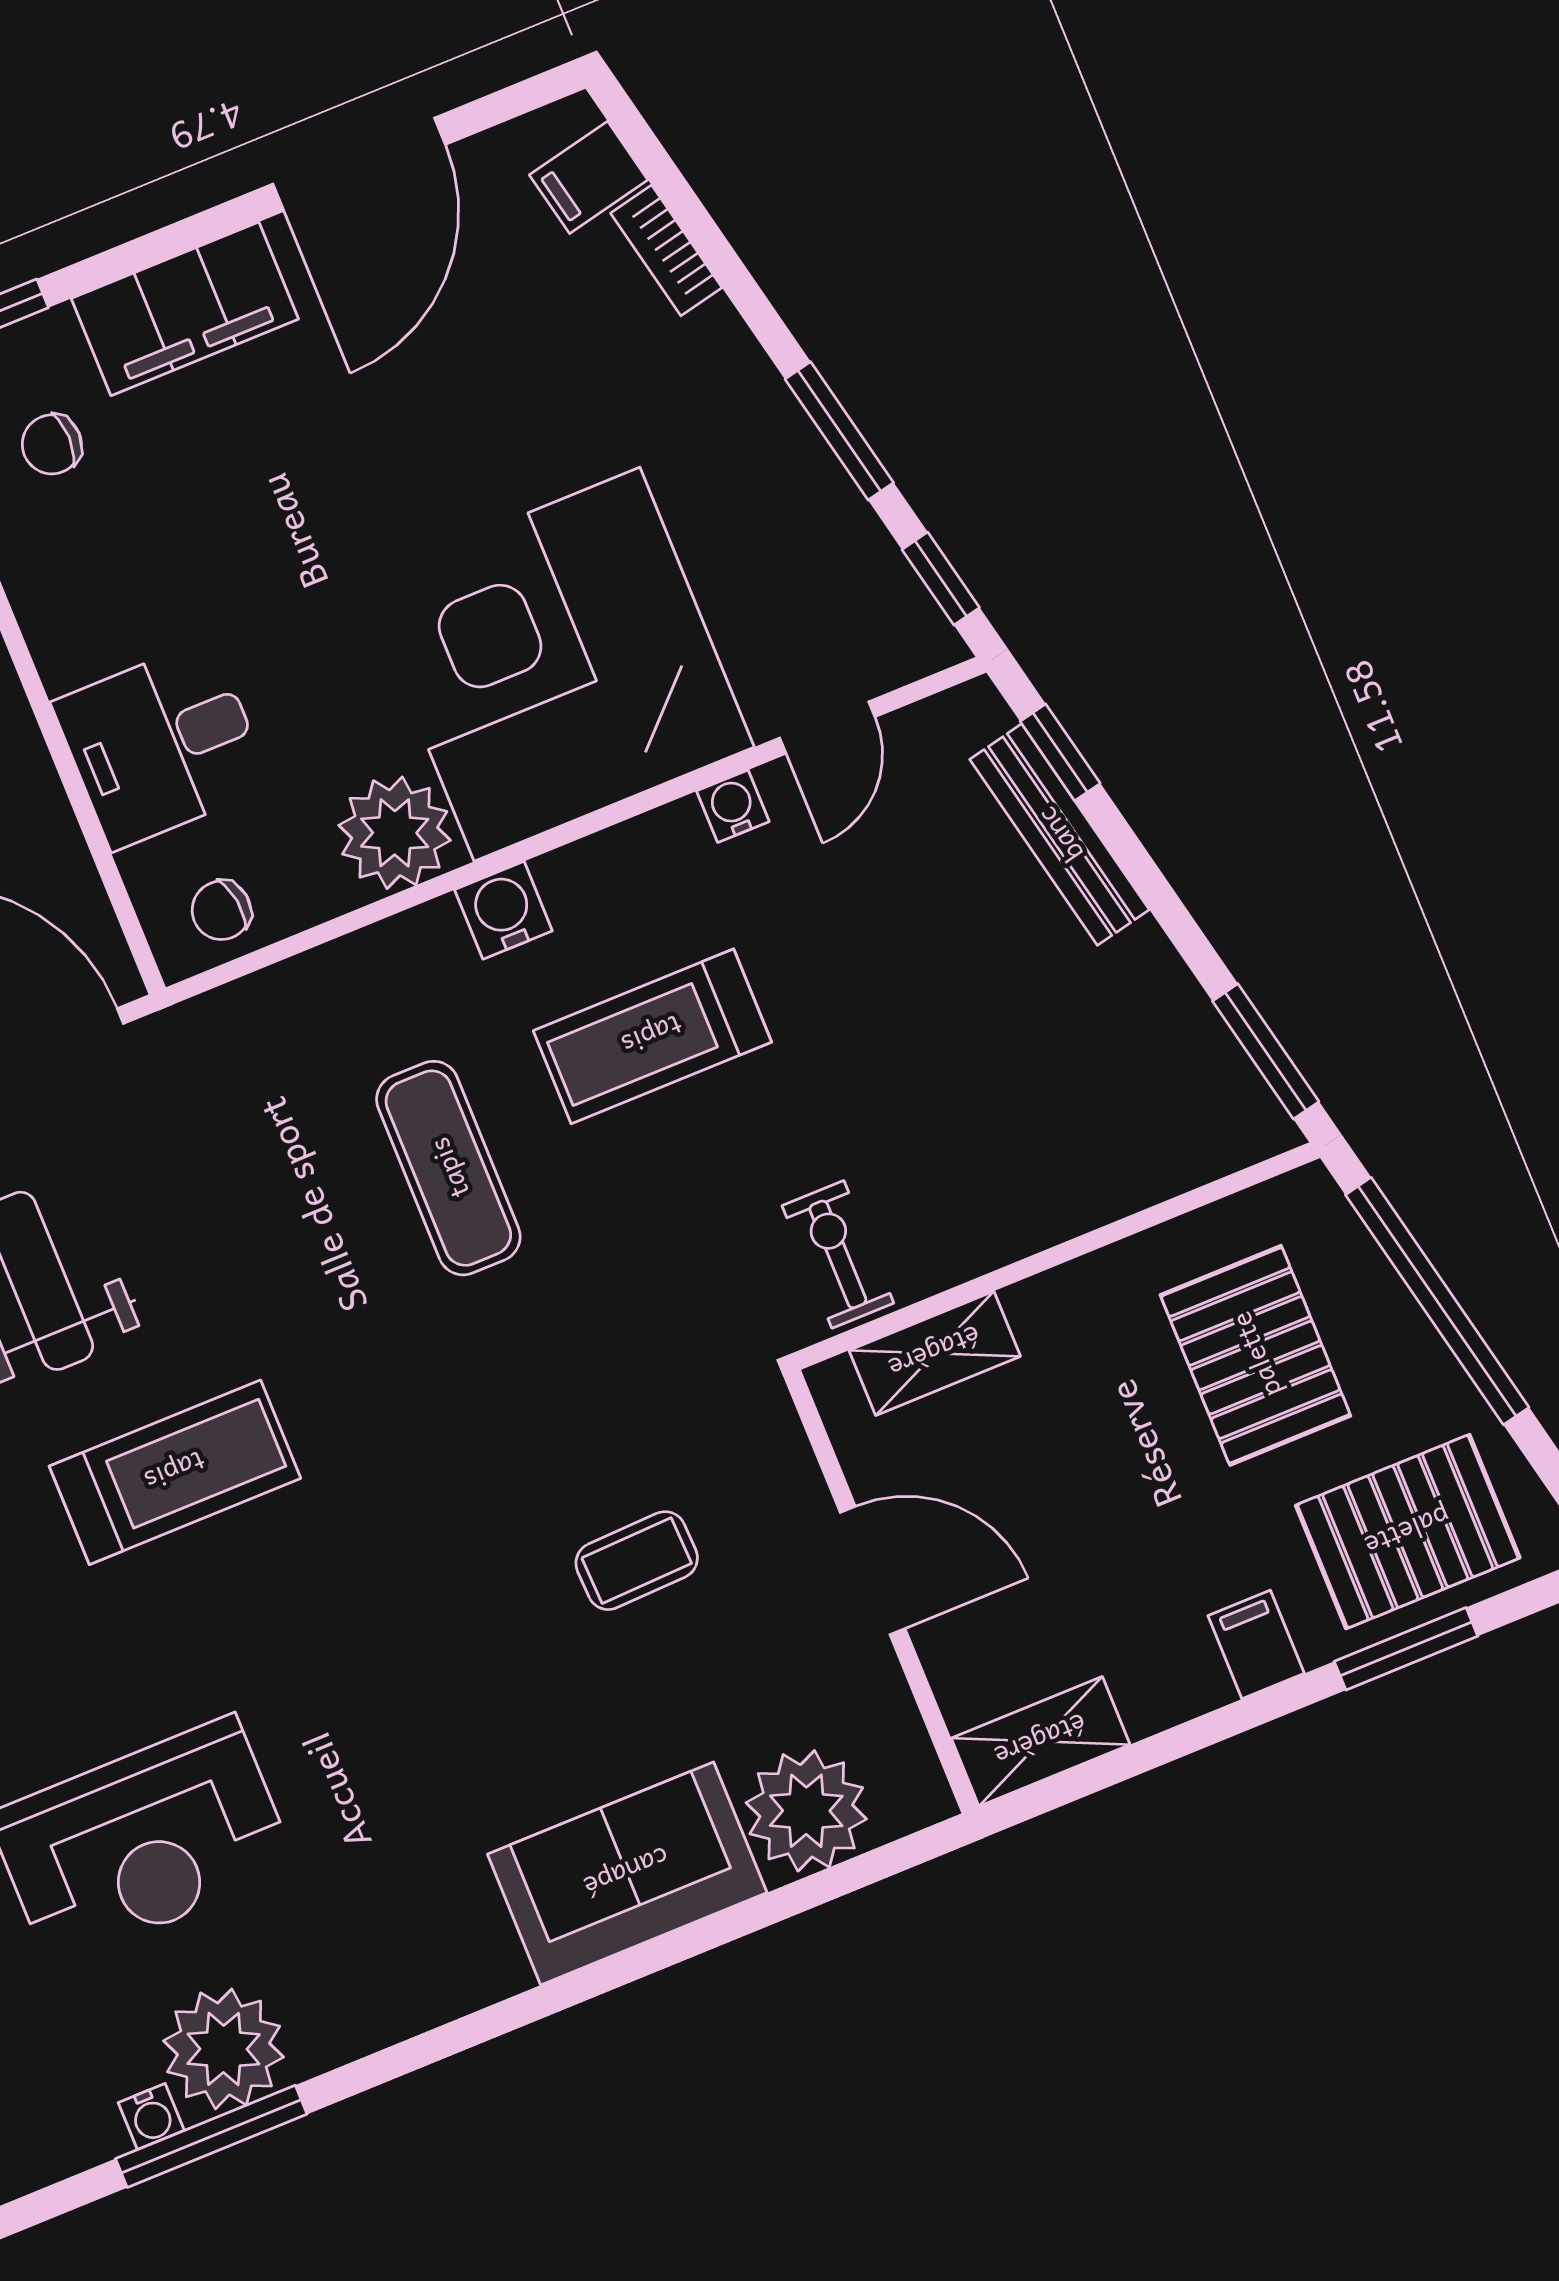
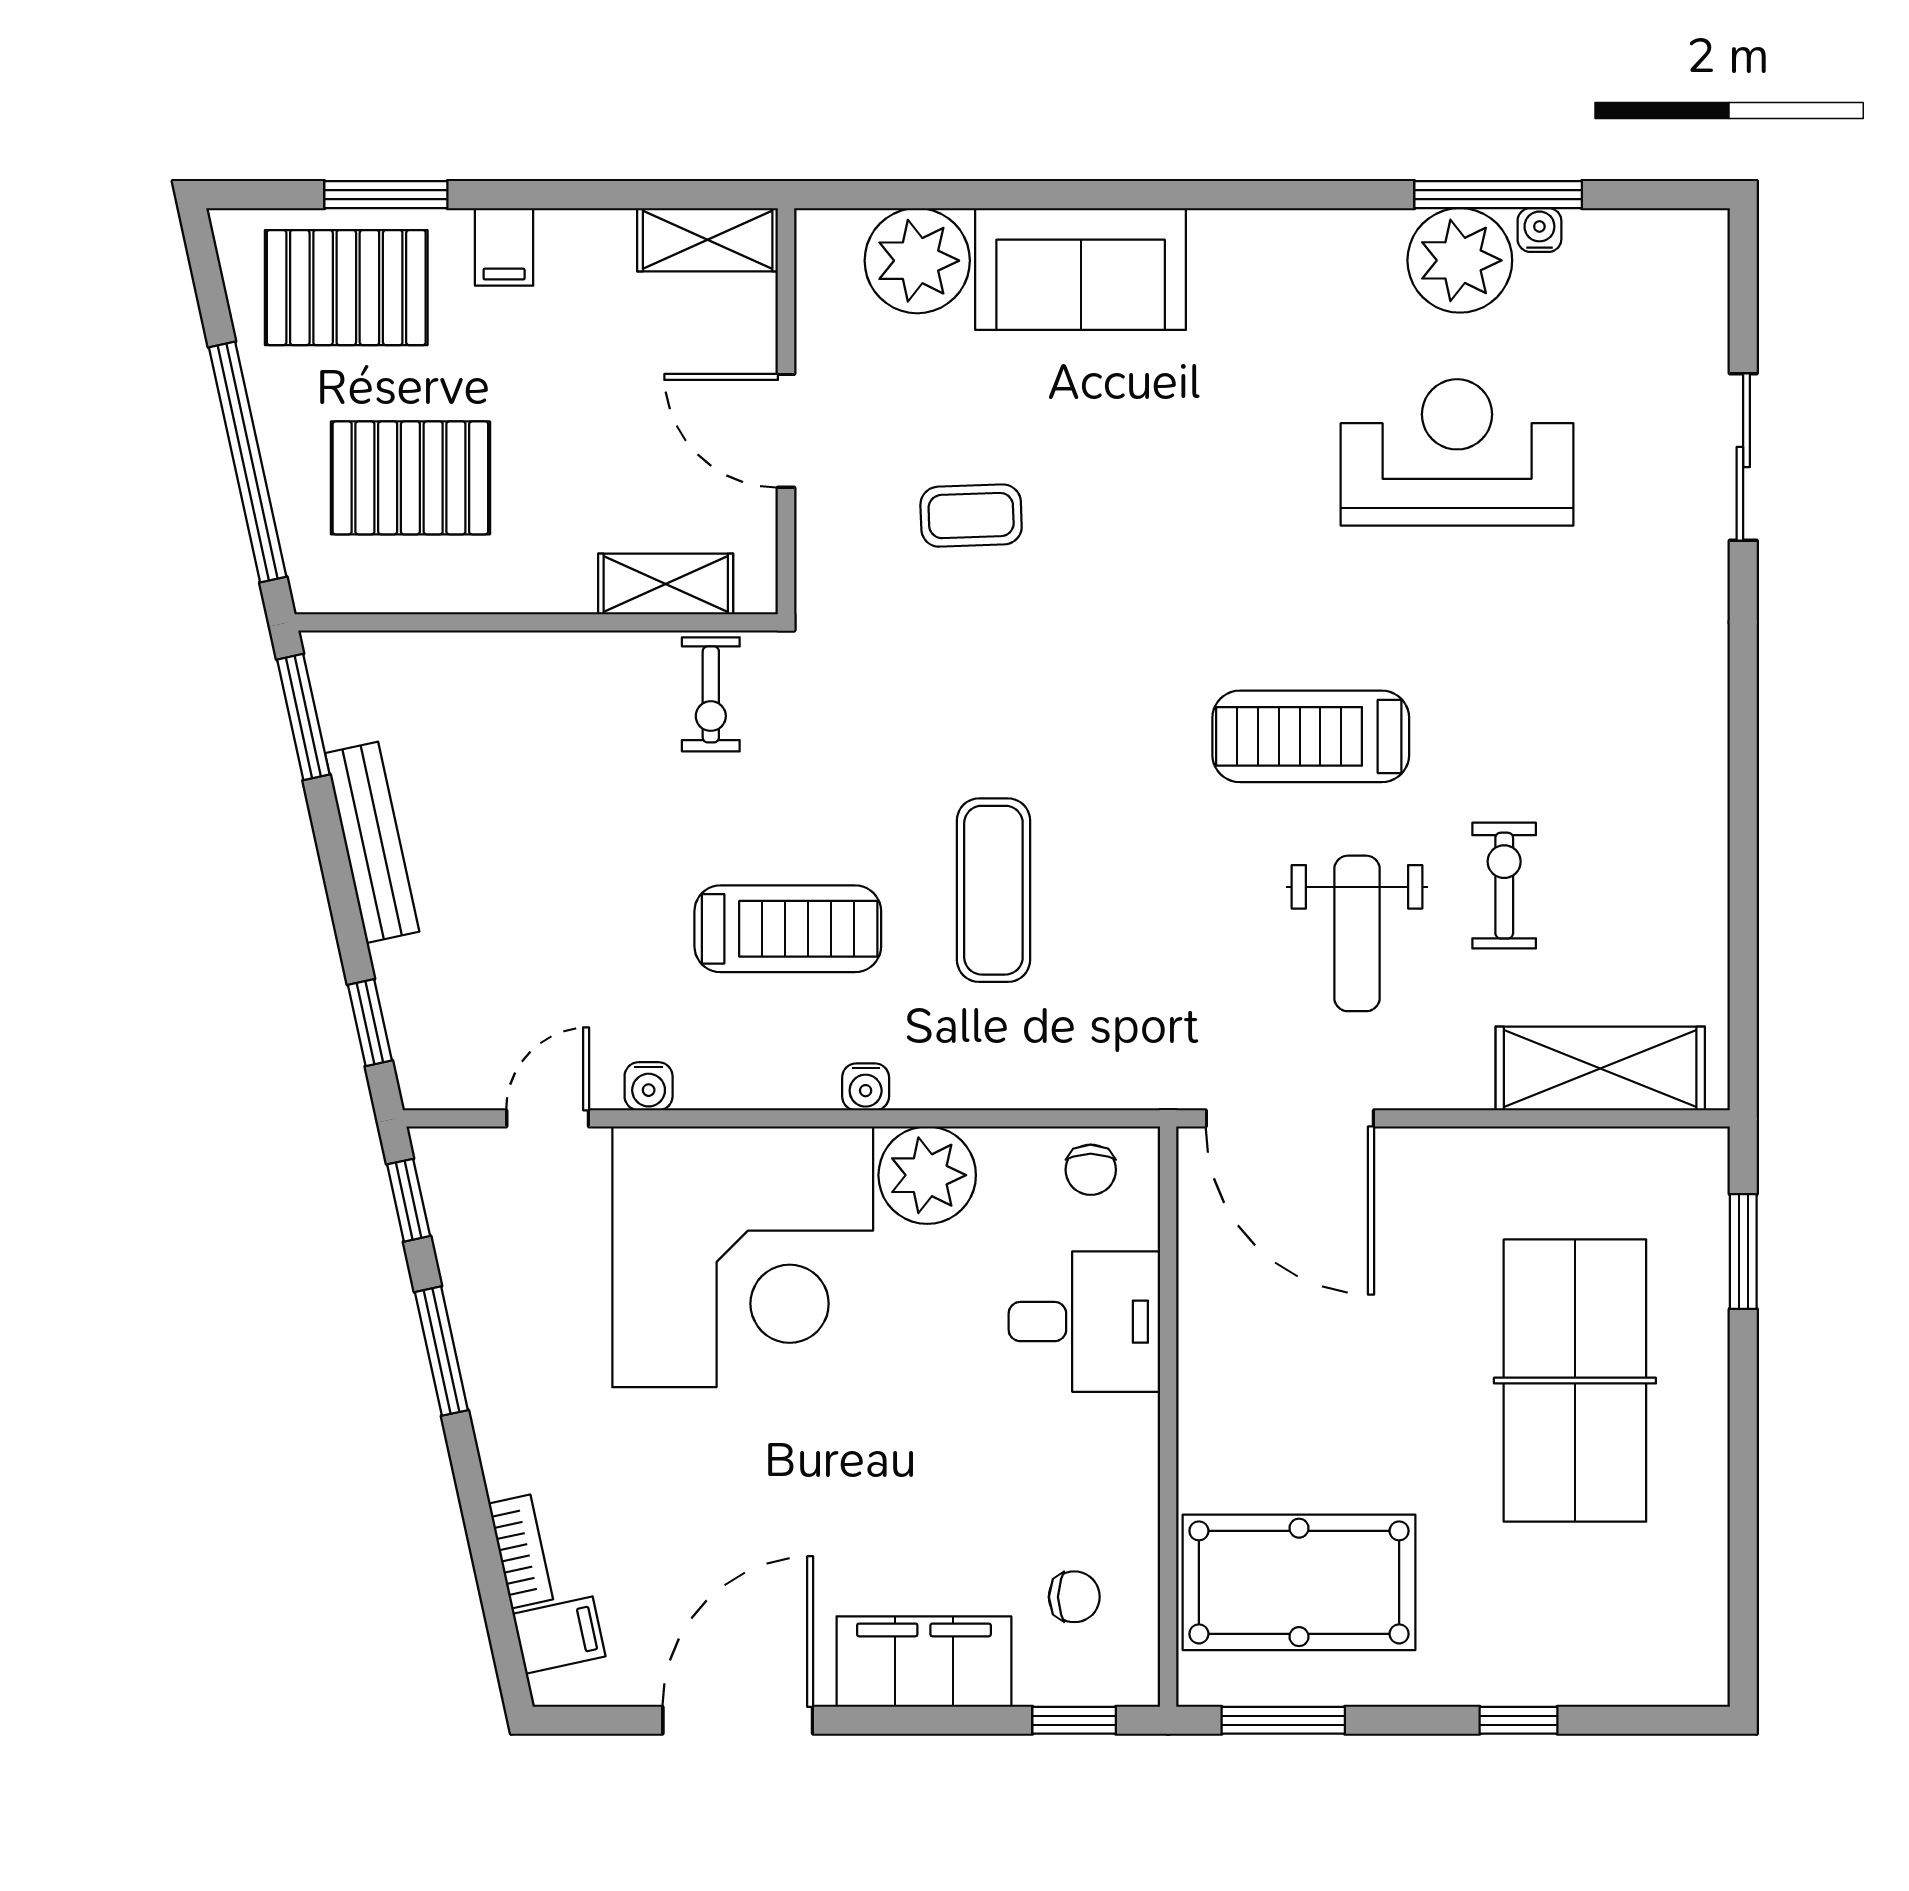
bench: (1059, 835) -> (372, 842), moved
chair: (221, 910) -> (1091, 1170), turned 98
water cooler: (503, 910) -> (866, 1087), width x0.72, depth x0.72
pallet: (1255, 1355) -> (410, 478), turned 90

